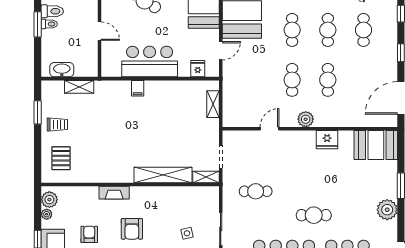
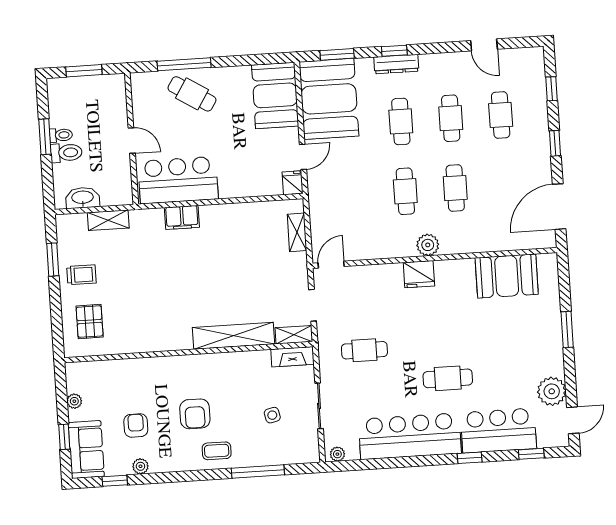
toilet: (52, 11) -> (66, 153), moved
bar counter: (150, 61) -> (178, 180), moved
fridge: (198, 69) -> (293, 183), moved
filing cabinet: (138, 88) -> (182, 217), width x2.00
door: (269, 129) -> (331, 265), moved
fridge: (327, 140) -> (419, 274), moved
booth: (376, 145) -> (507, 276), moved
fireplace: (114, 193) -> (292, 357), moved
plant: (49, 200) -> (77, 380), removed
plant: (387, 210) -> (552, 391), moved

